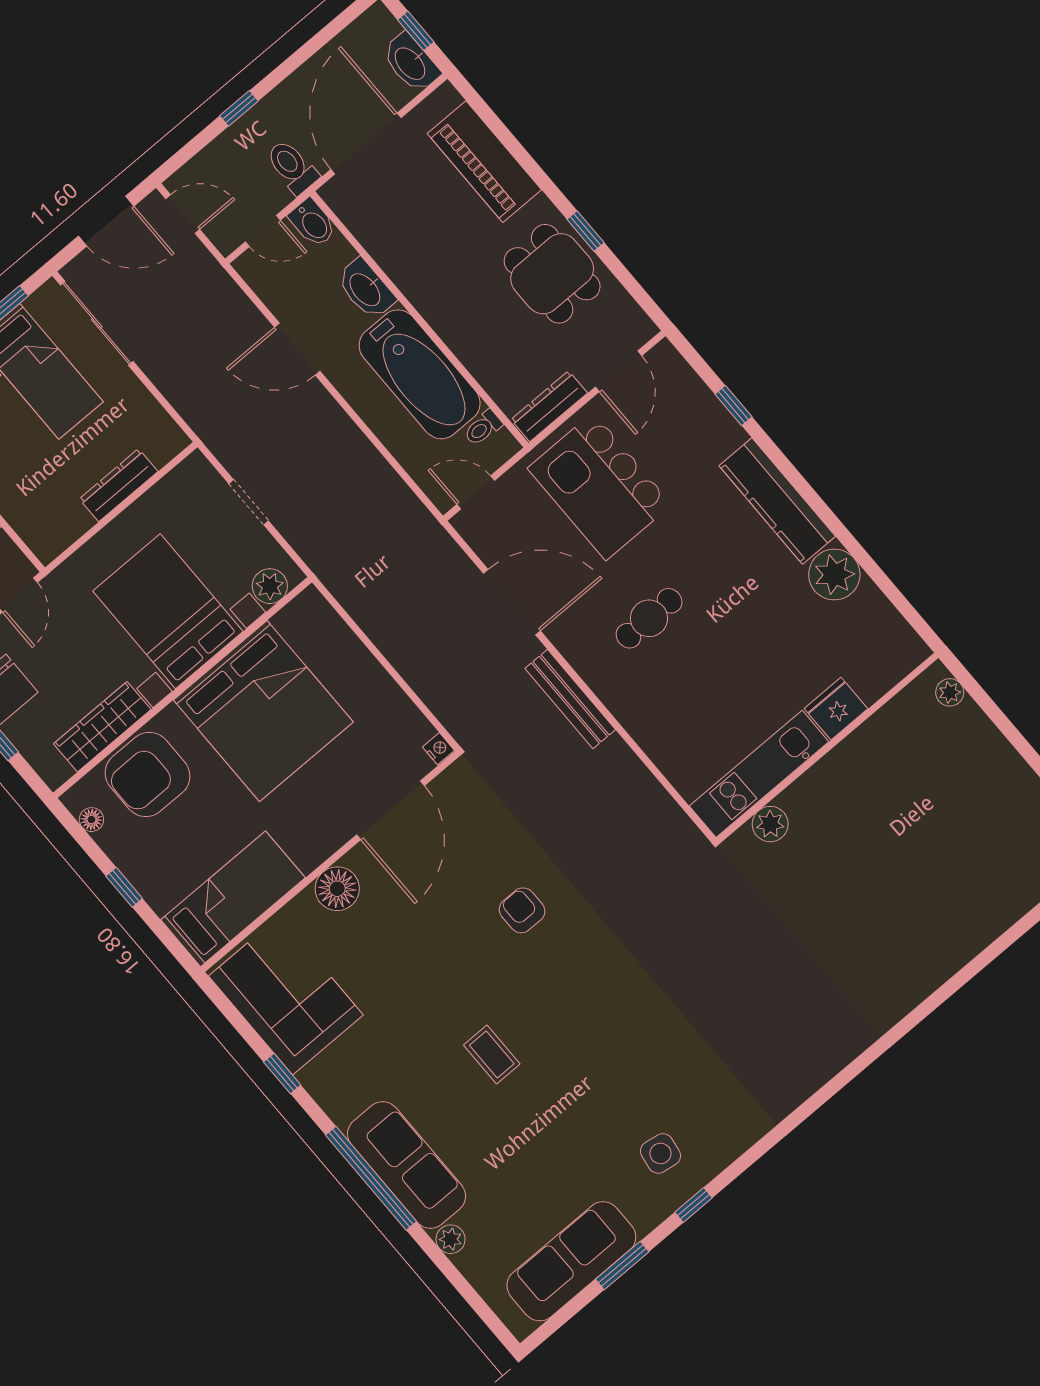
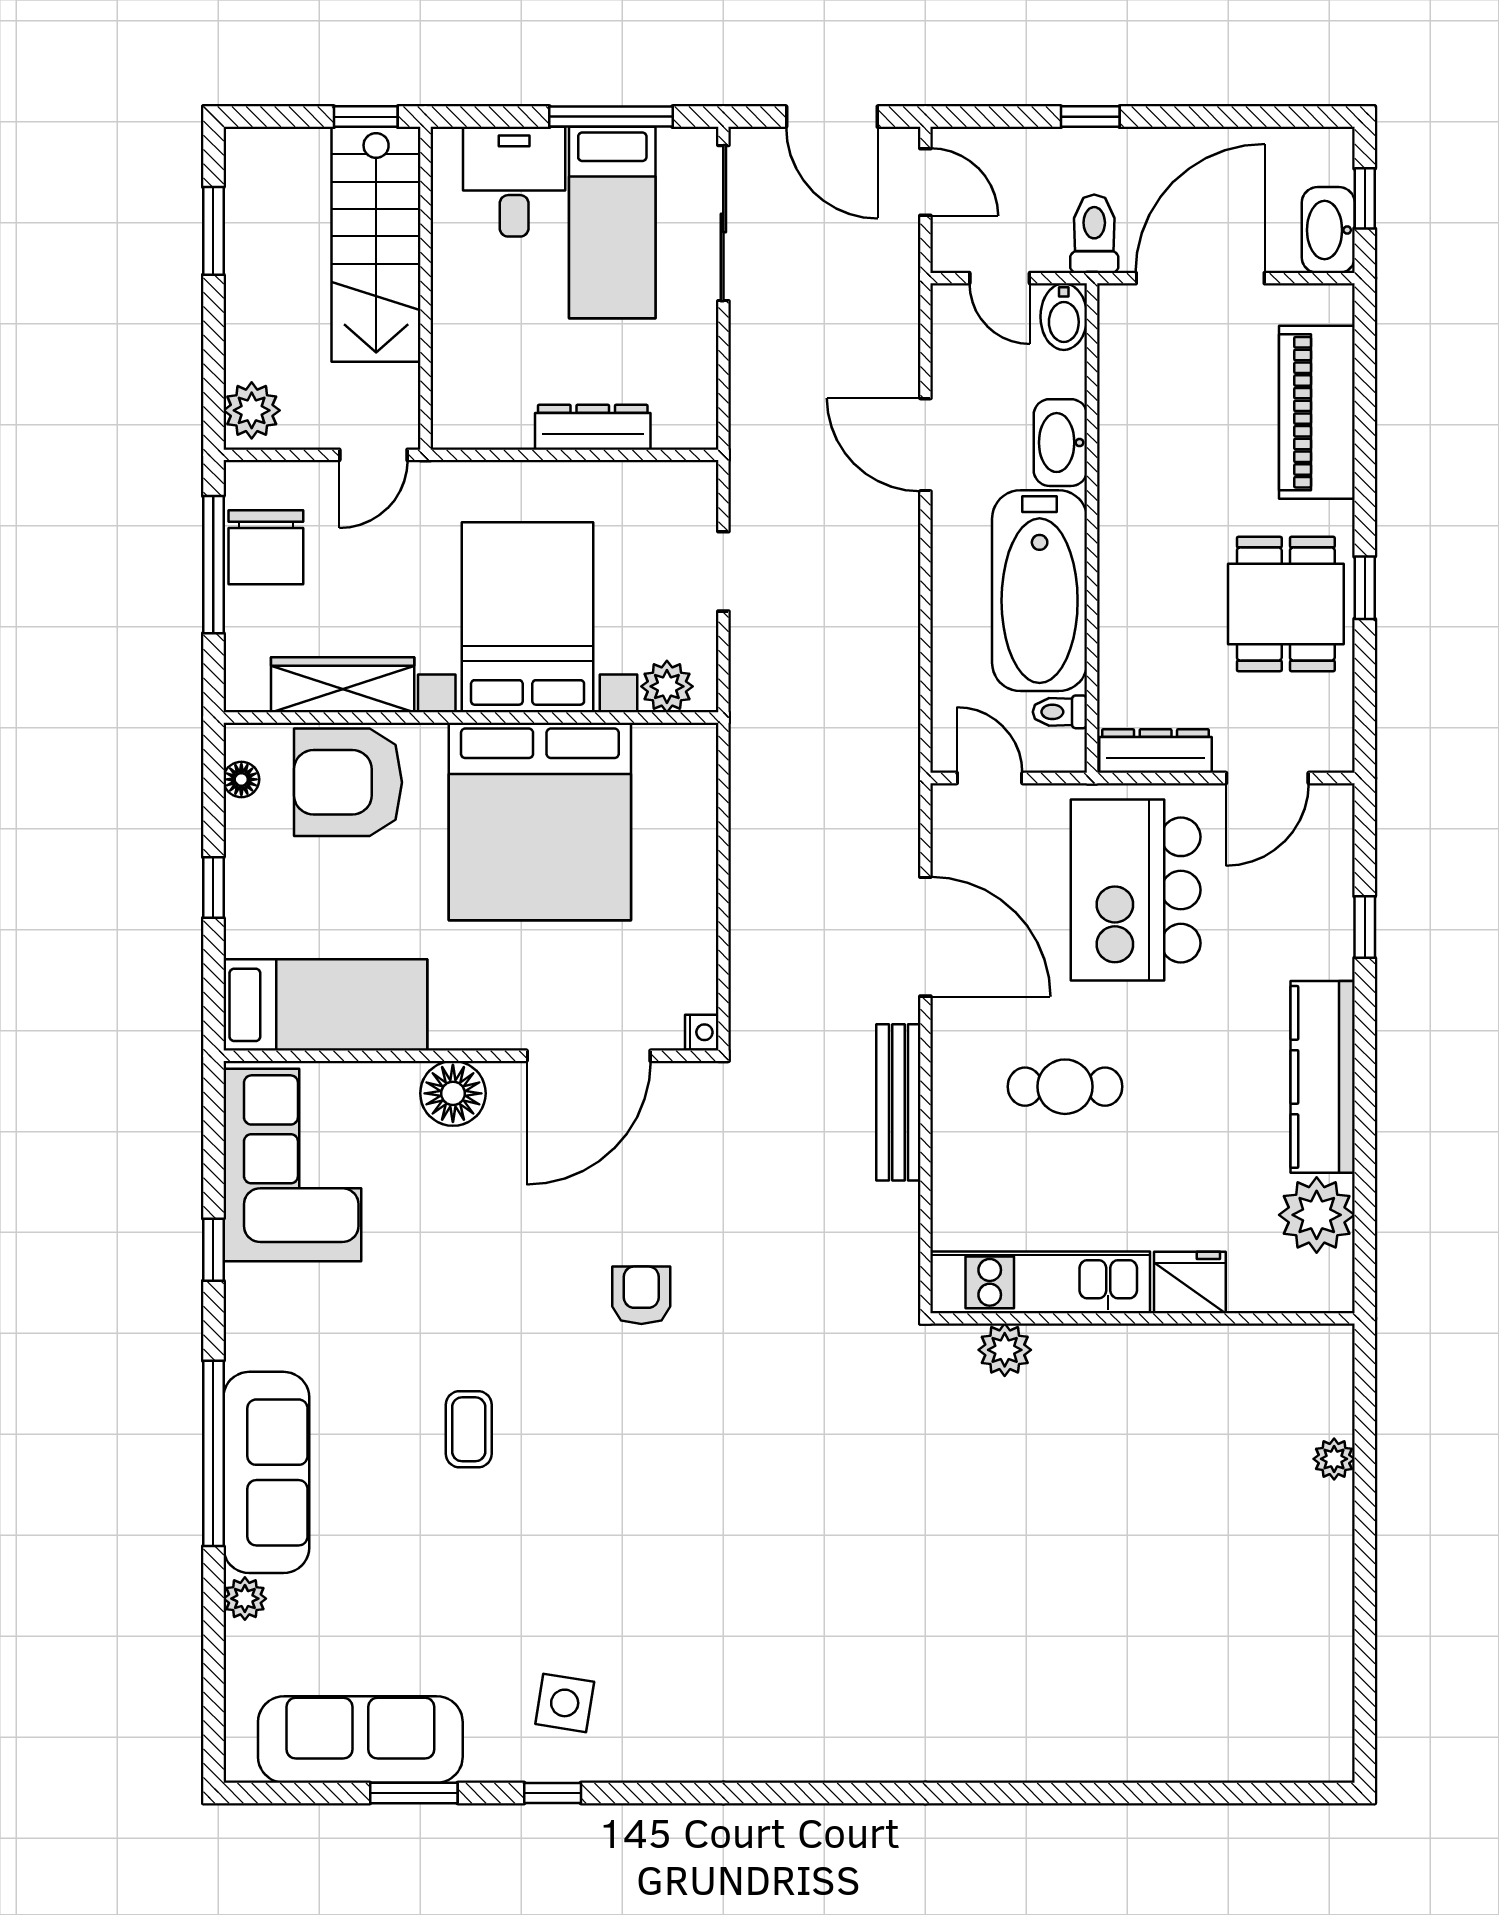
fridge: (836, 709) -> (1190, 1282), moved
wall: (827, 748) -> (1142, 1318), moved
kitchen unit: (759, 774) -> (1040, 1282), moved
plant: (770, 824) -> (1005, 1350), moved

